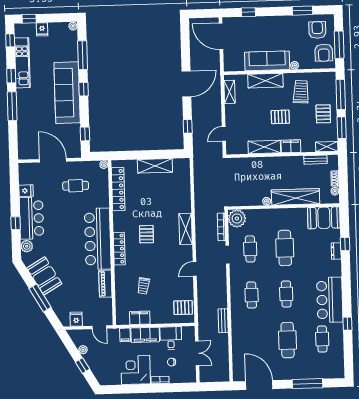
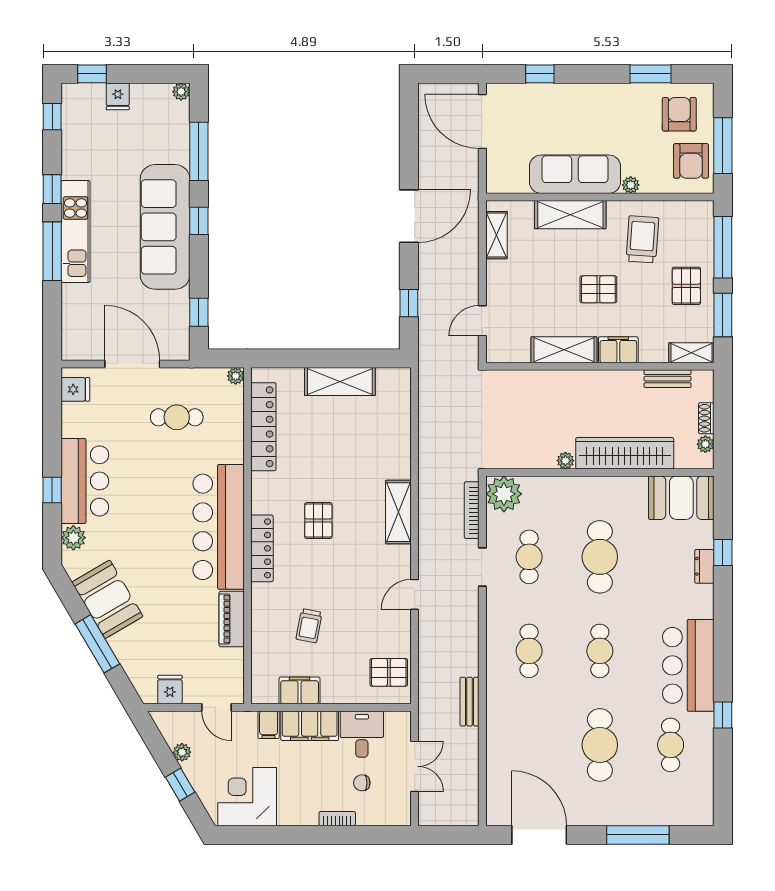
kitchen unit: (22, 63) -> (76, 232), moved
fridge: (26, 191) -> (75, 389), moved
corner desk: (136, 370) -> (247, 797), moved

